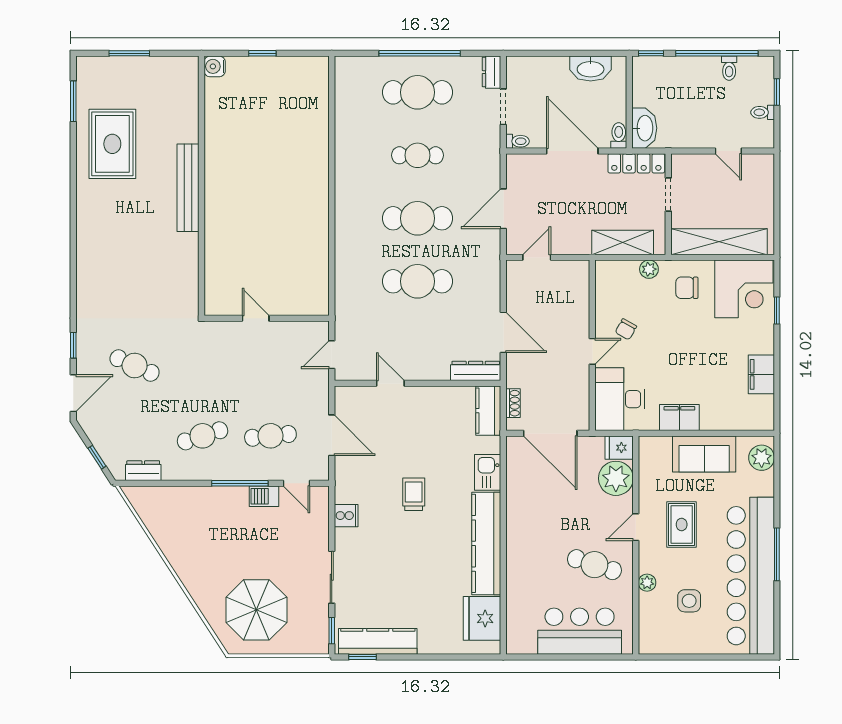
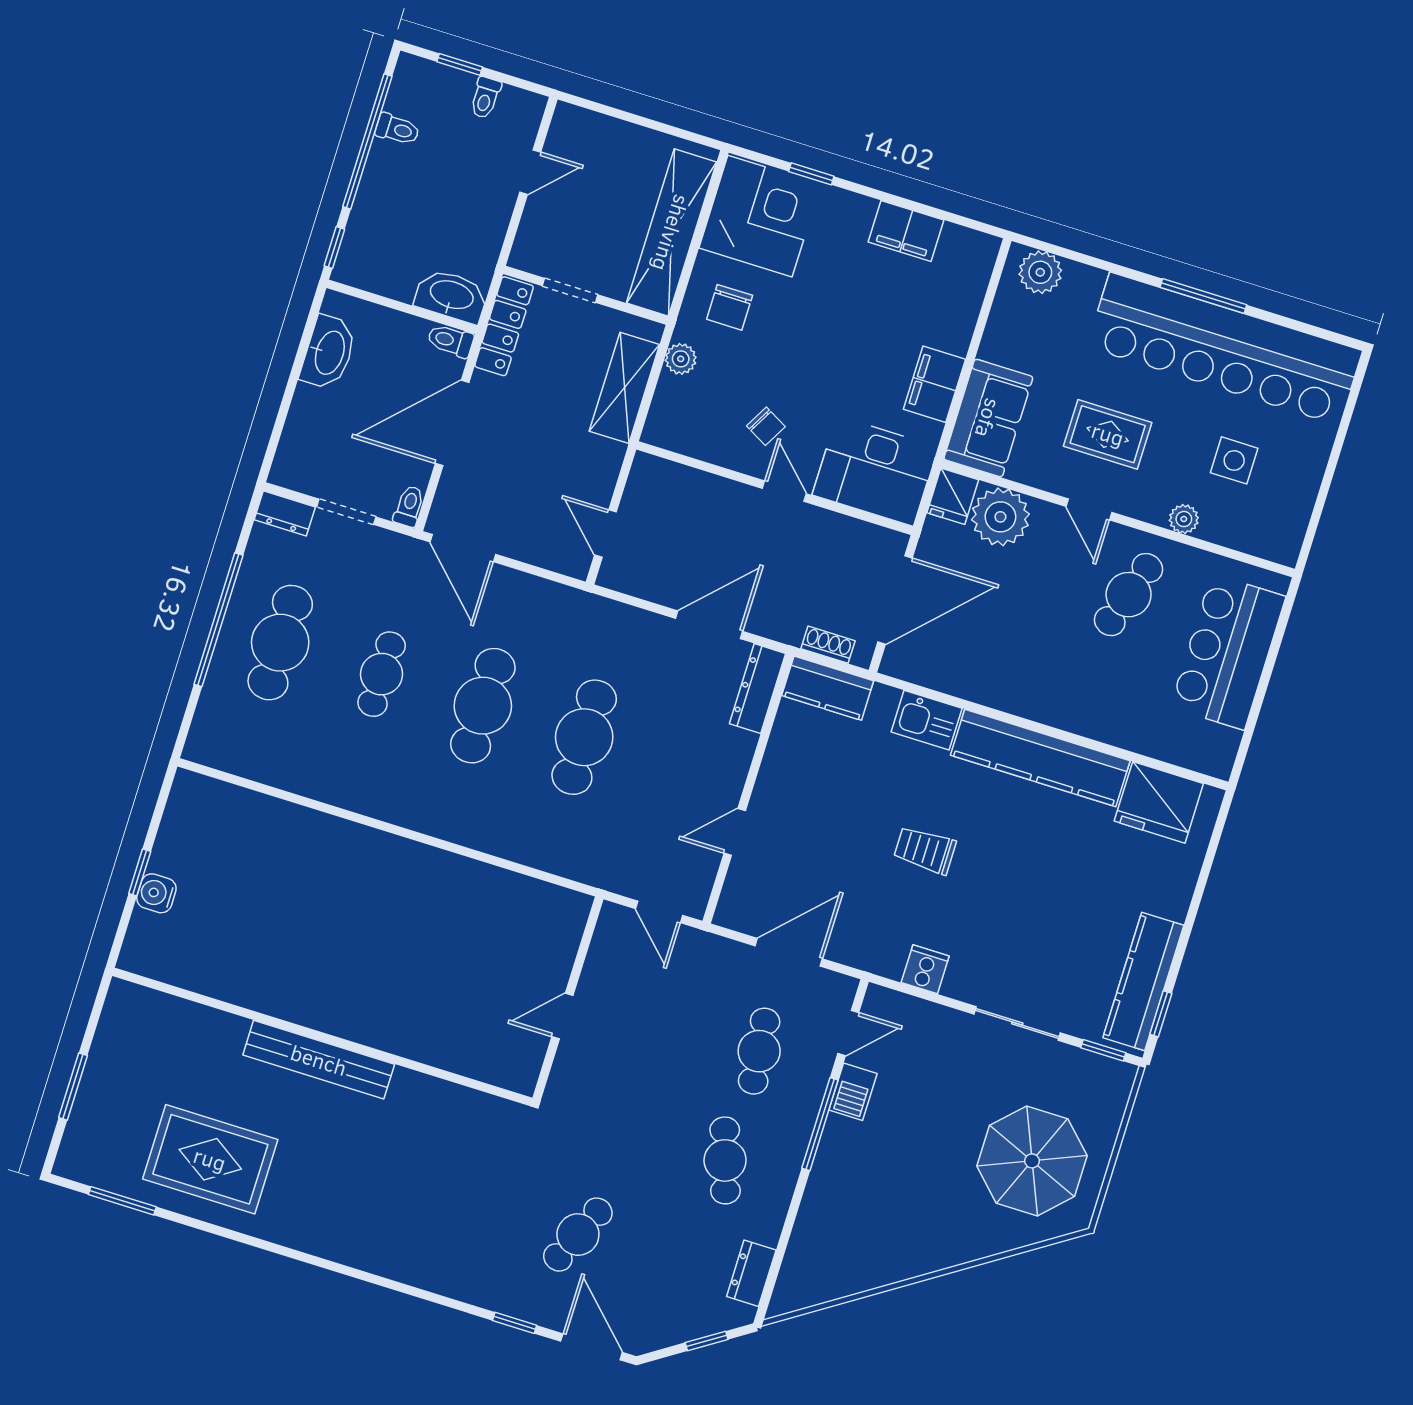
water cooler: (215, 66) -> (156, 893), moved, turned 90
door: (503, 209) -> (463, 548), moved
sofa: (704, 454) -> (988, 418), moved

